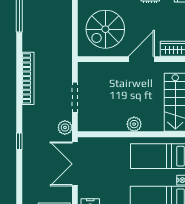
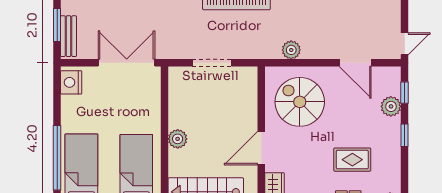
door: (141, 59) -> (261, 148), swing flipped
plant: (65, 128) -> (291, 50), moved

